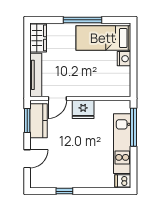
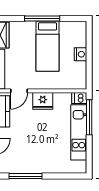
bed: (103, 38) -> (48, 46), moved, turned -90
dishwasher: (123, 181) -> (79, 98), moved
window: (64, 191) -> (26, 176), width x2.17

